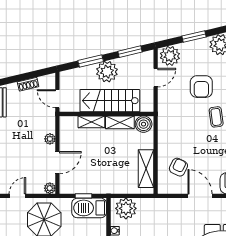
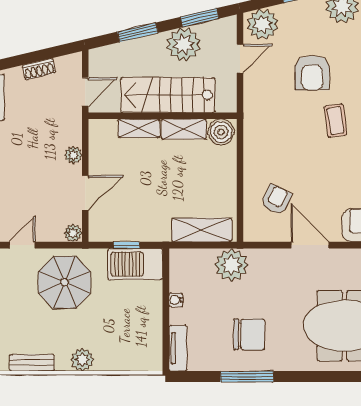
plant: (107, 72) -> (184, 44), moved
door: (57, 99) -> (85, 92), swing flipped
shelving: (146, 169) -> (202, 230), moved, turned 90
plant: (126, 208) -> (231, 265), moved

